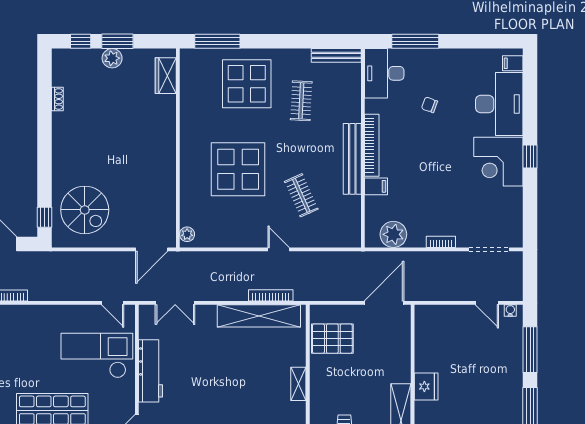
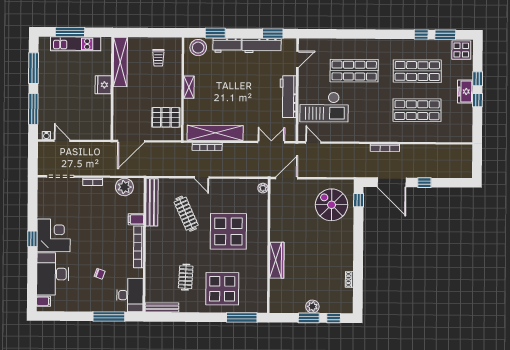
wardrobe: (166, 76) -> (277, 260), moved, width x1.50
bench: (352, 159) -> (152, 202), moved
clothes rail: (301, 195) -> (186, 214), width x1.36

